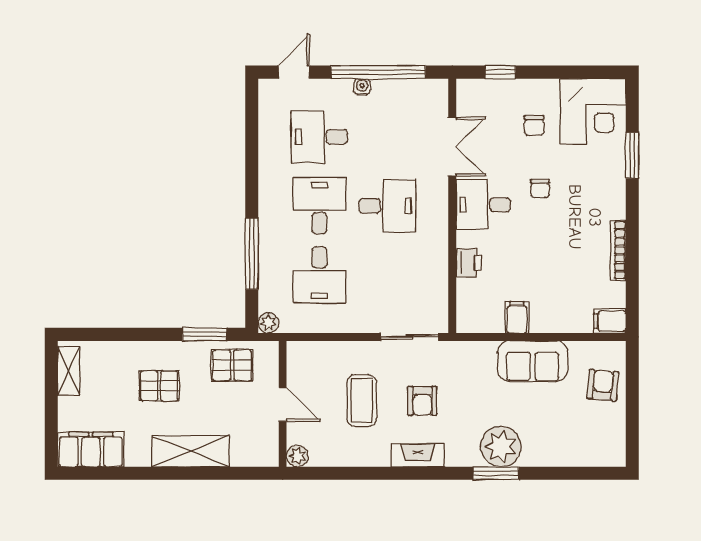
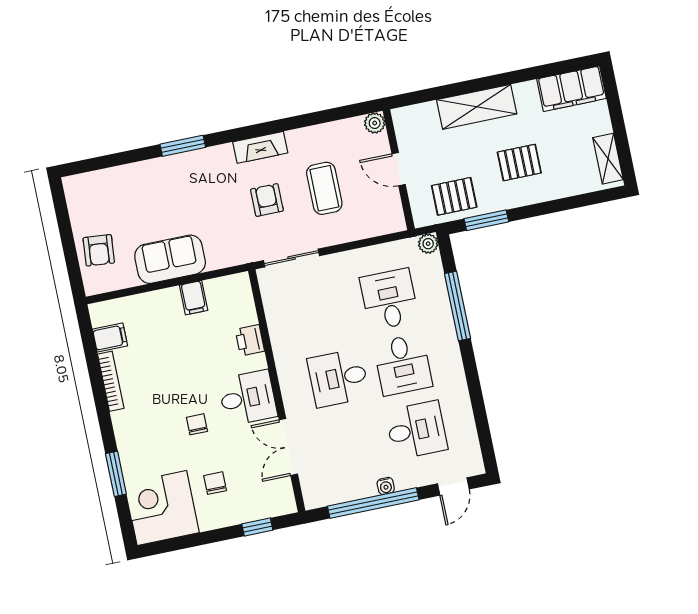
filing cabinet: (610, 321) -> (110, 338), moved
plant: (501, 446) -> (183, 172), removed

